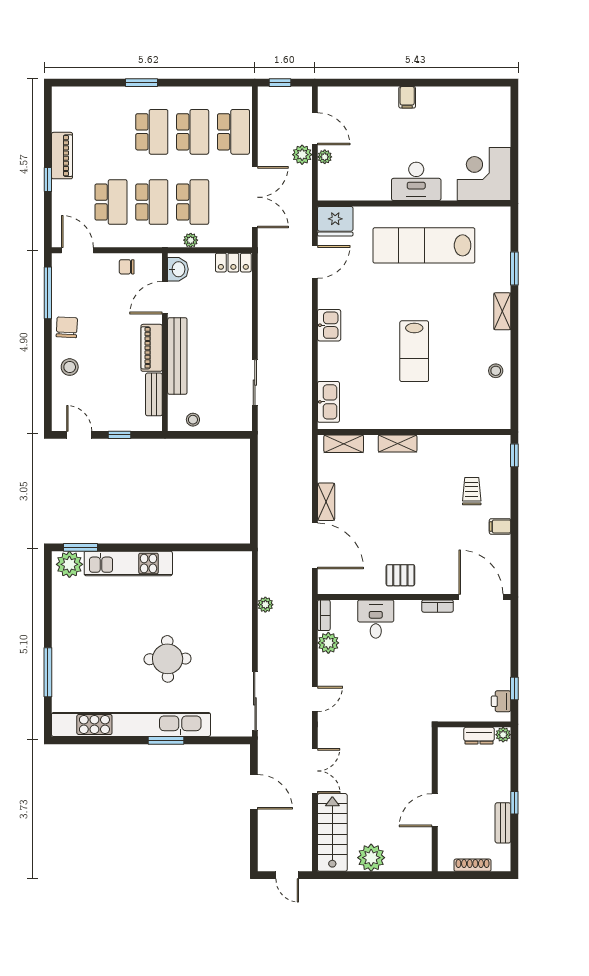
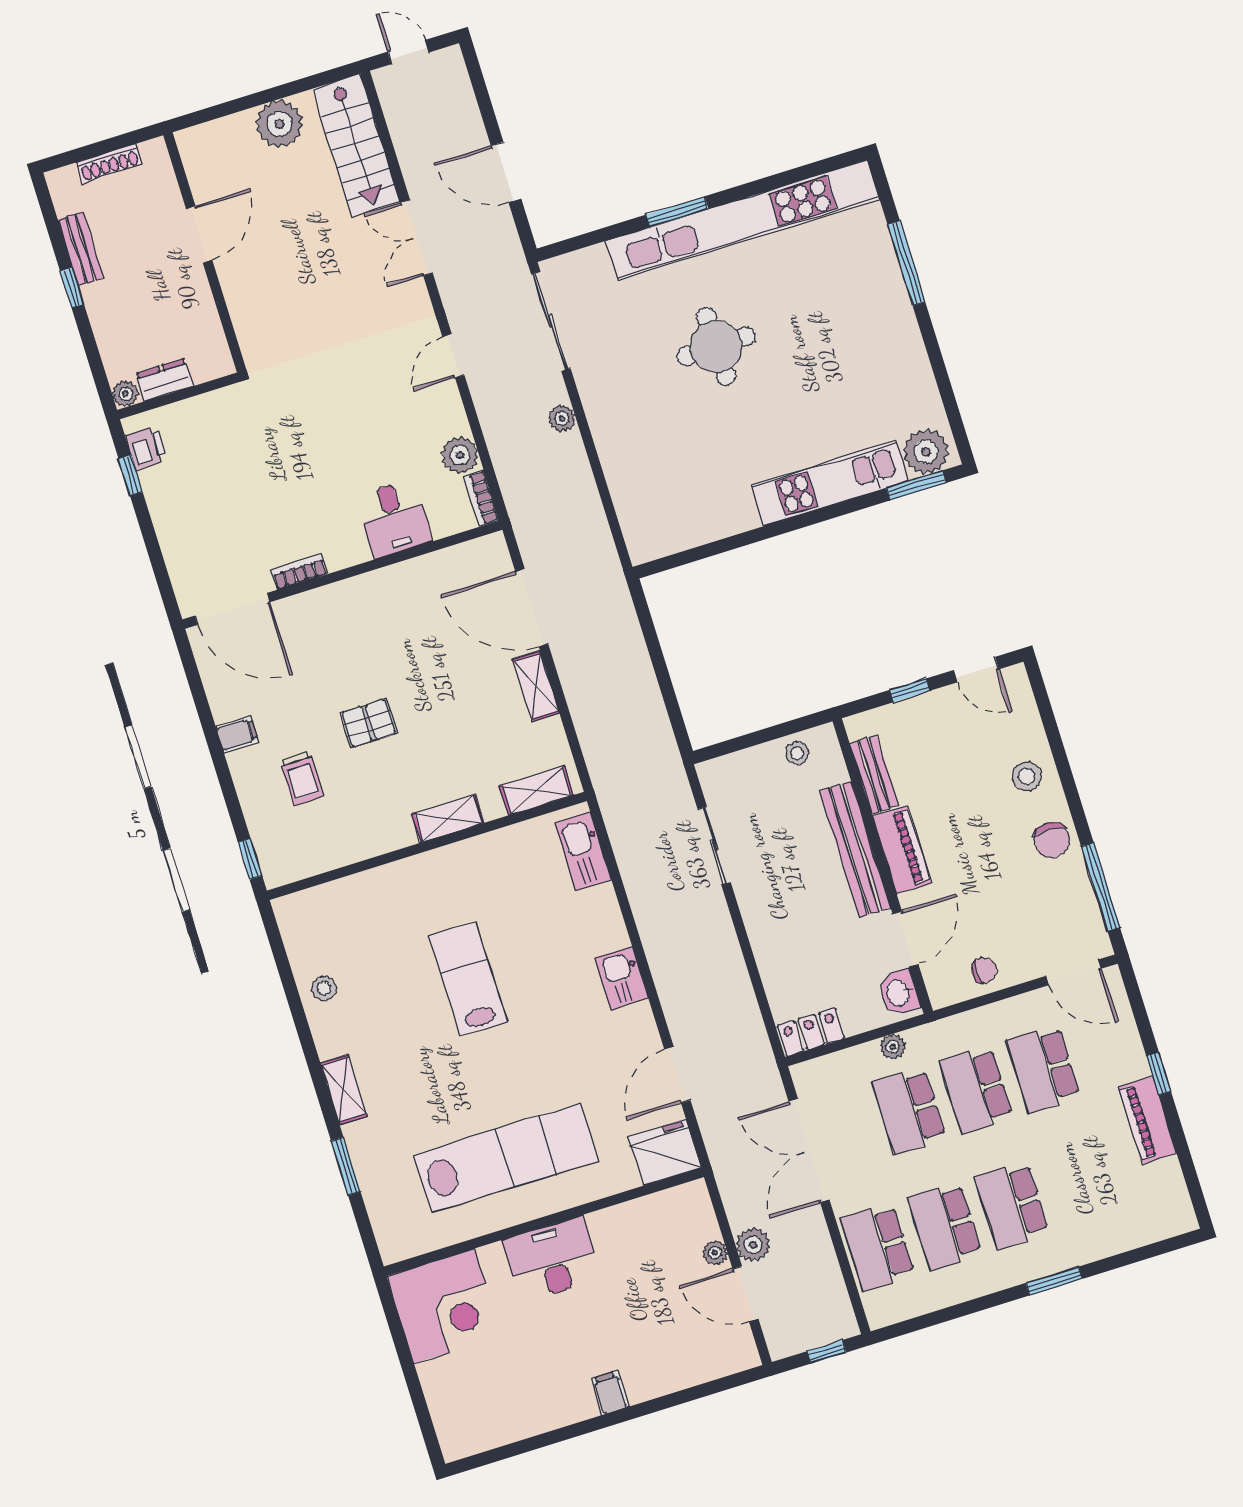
pallet: (400, 575) -> (369, 723), moved
plant: (265, 605) -> (562, 418), moved

